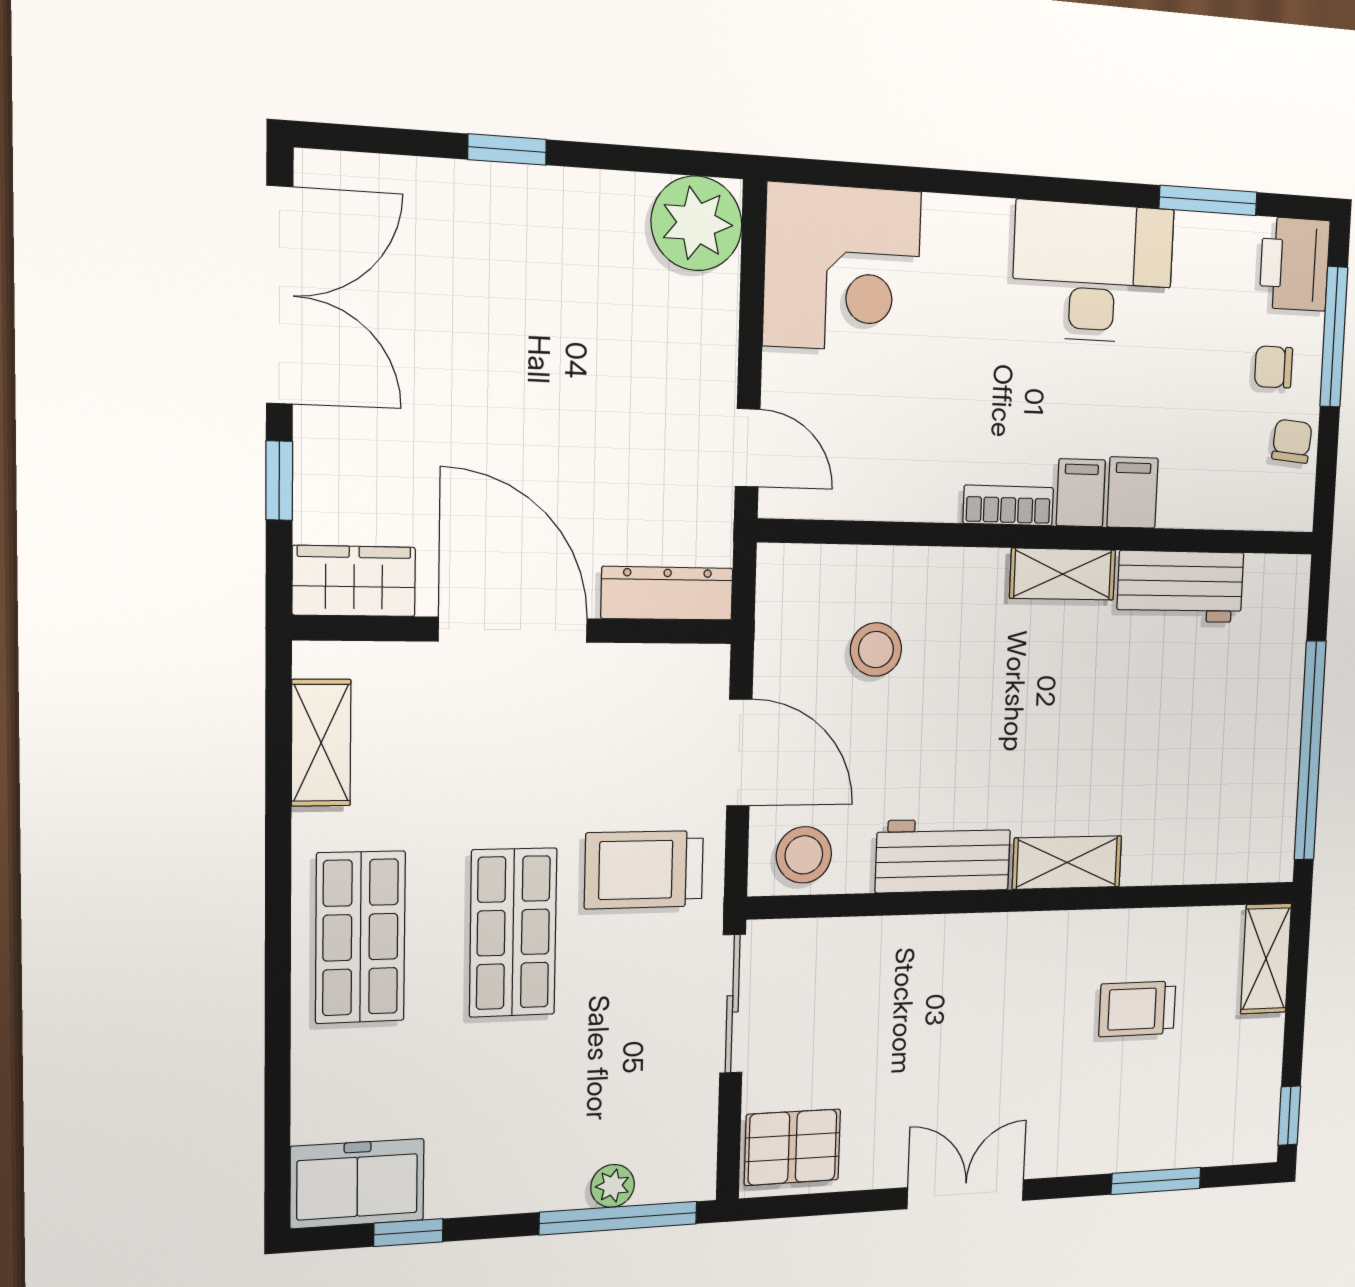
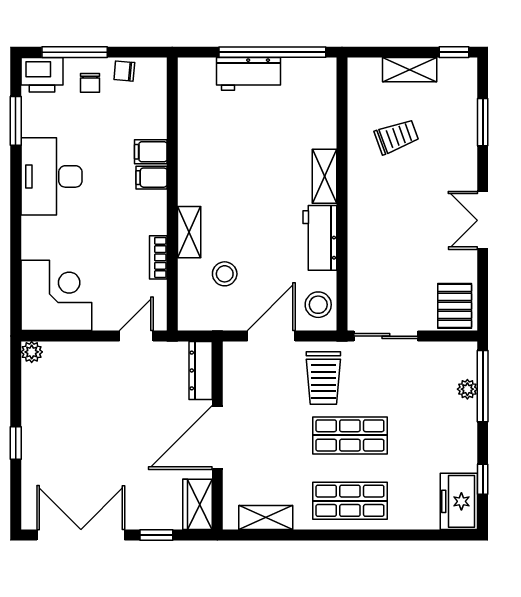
plant: (697, 223) -> (32, 352), width x0.53, depth x0.53
bookcase: (1008, 505) -> (158, 257), moved
shelving: (1063, 574) -> (189, 232), moved
workbench: (1181, 587) -> (249, 74), moved, turned 90
shelving: (1266, 959) -> (410, 70), moved
trolley: (1137, 1009) -> (397, 137), turned -110

